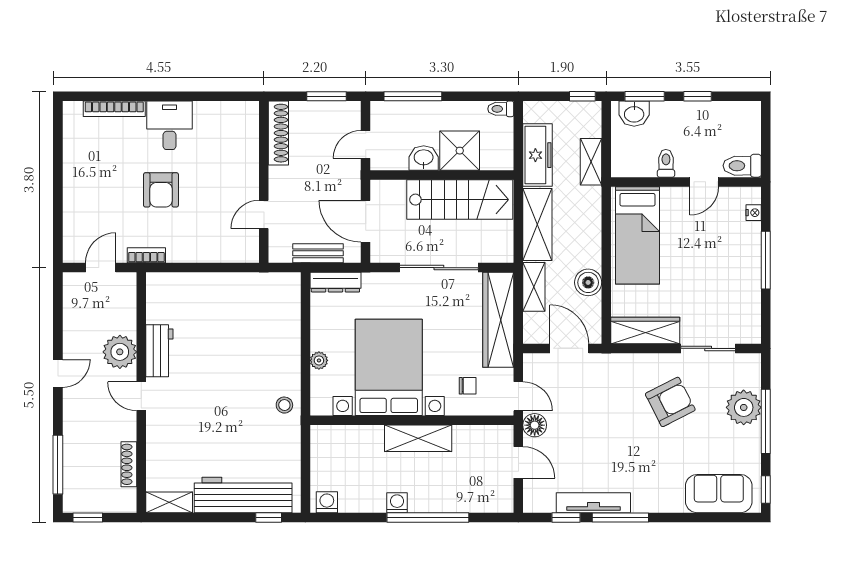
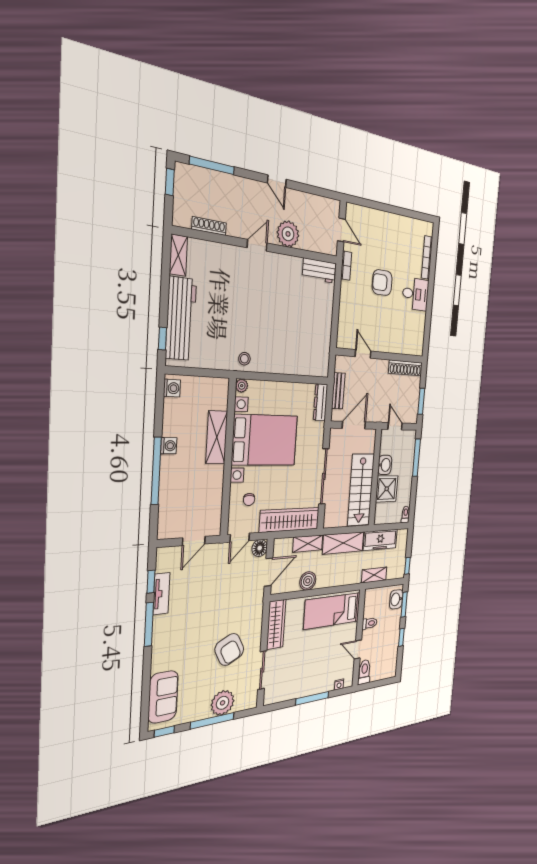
workbench: (159, 351) -> (319, 271), moved
plant: (319, 360) -> (242, 386), moved
floor lamp: (535, 425) -> (260, 548), moved
shelving: (418, 438) -> (217, 437), moved
tv unit: (593, 503) -> (161, 594), width x0.71

